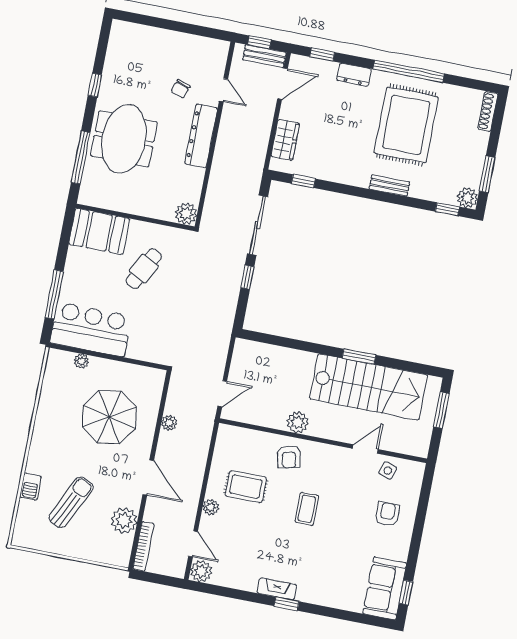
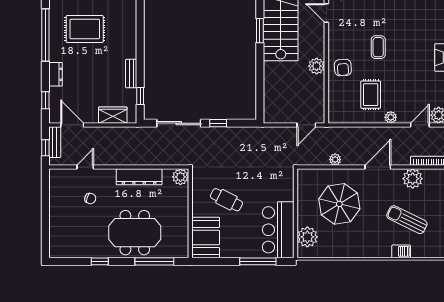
rug: (406, 125) -> (85, 29), width x0.73, depth x0.69
dresser: (201, 136) -> (139, 177), moved
bench: (389, 185) -> (131, 74), moved
plant: (81, 361) -> (307, 237), width x1.88, depth x1.88
door: (222, 394) -> (306, 125), swing flipped
armchair: (289, 457) -> (343, 68), turned 98
coffee table: (307, 509) -> (378, 47), turned 90

